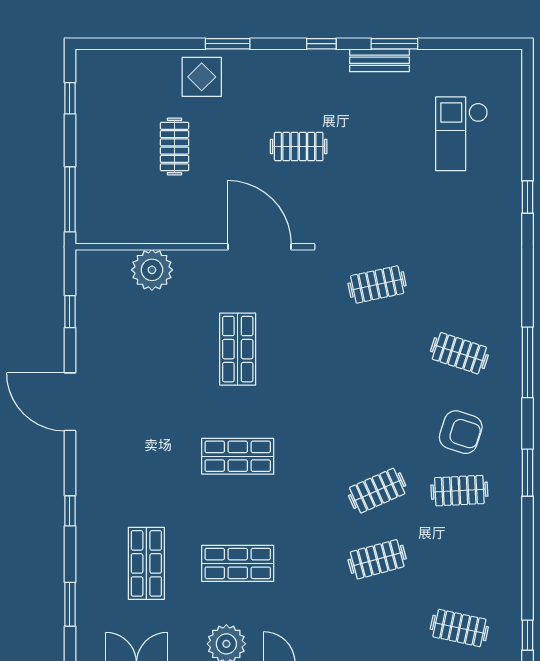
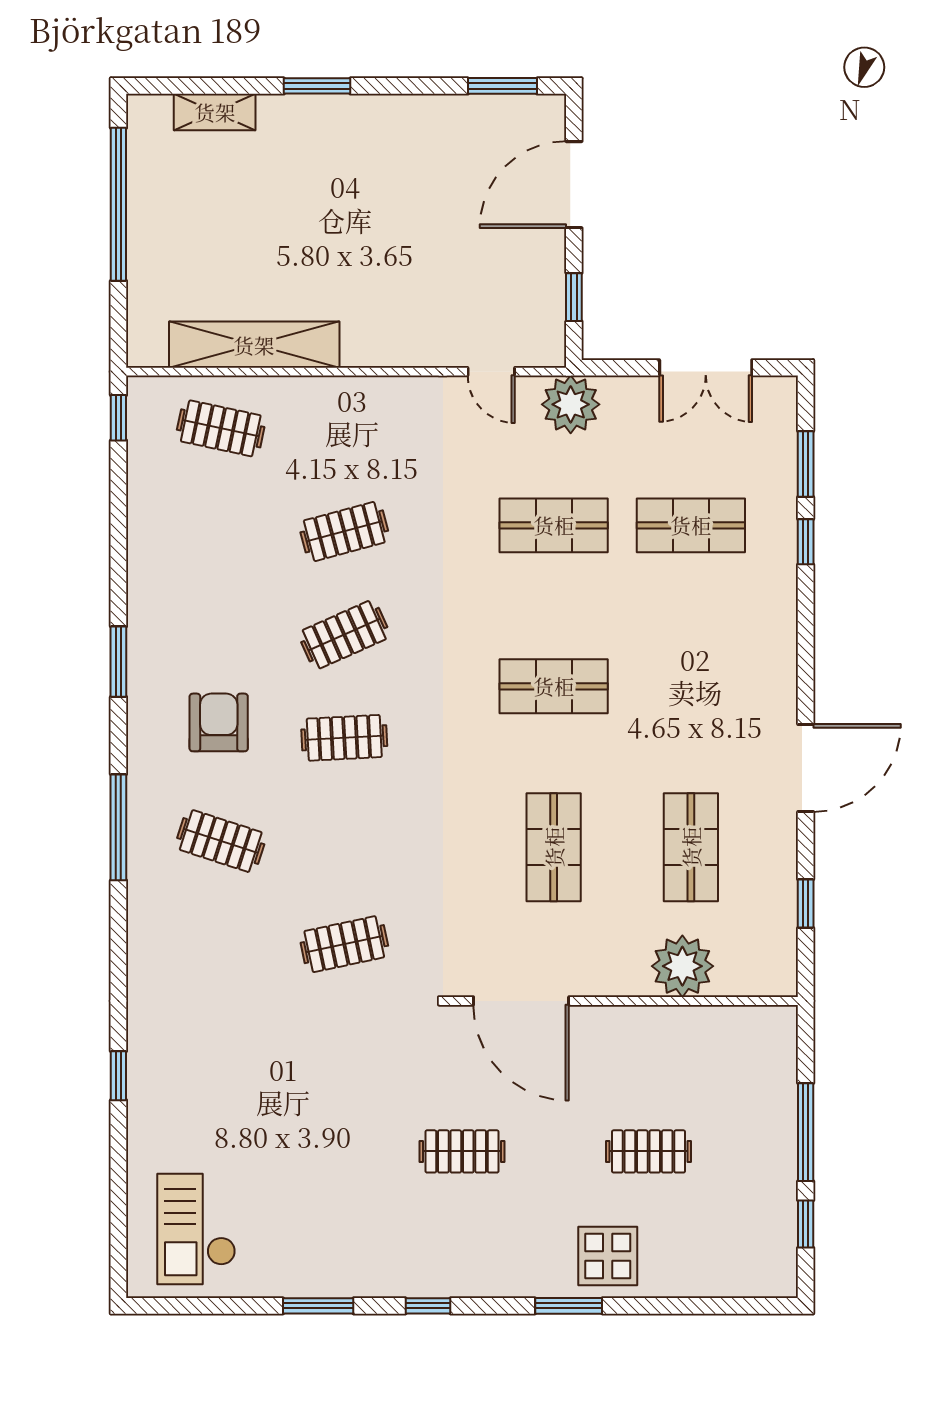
bench: (380, 60) -> (341, 1281), removed
checkout: (462, 134) -> (196, 1229), moved, turned 180
clothes rail: (175, 147) -> (649, 1151), turned 90
window: (70, 199) -> (806, 1132), moved
shop shelf: (146, 349) -> (691, 847), added
door: (70, 402) -> (806, 768), hinge flipped
armchair: (461, 432) -> (219, 722), turned 72
clothes rail: (459, 491) -> (344, 738), moved
window: (70, 511) -> (806, 542), moved
shop shelf: (146, 563) -> (691, 525), turned 90

